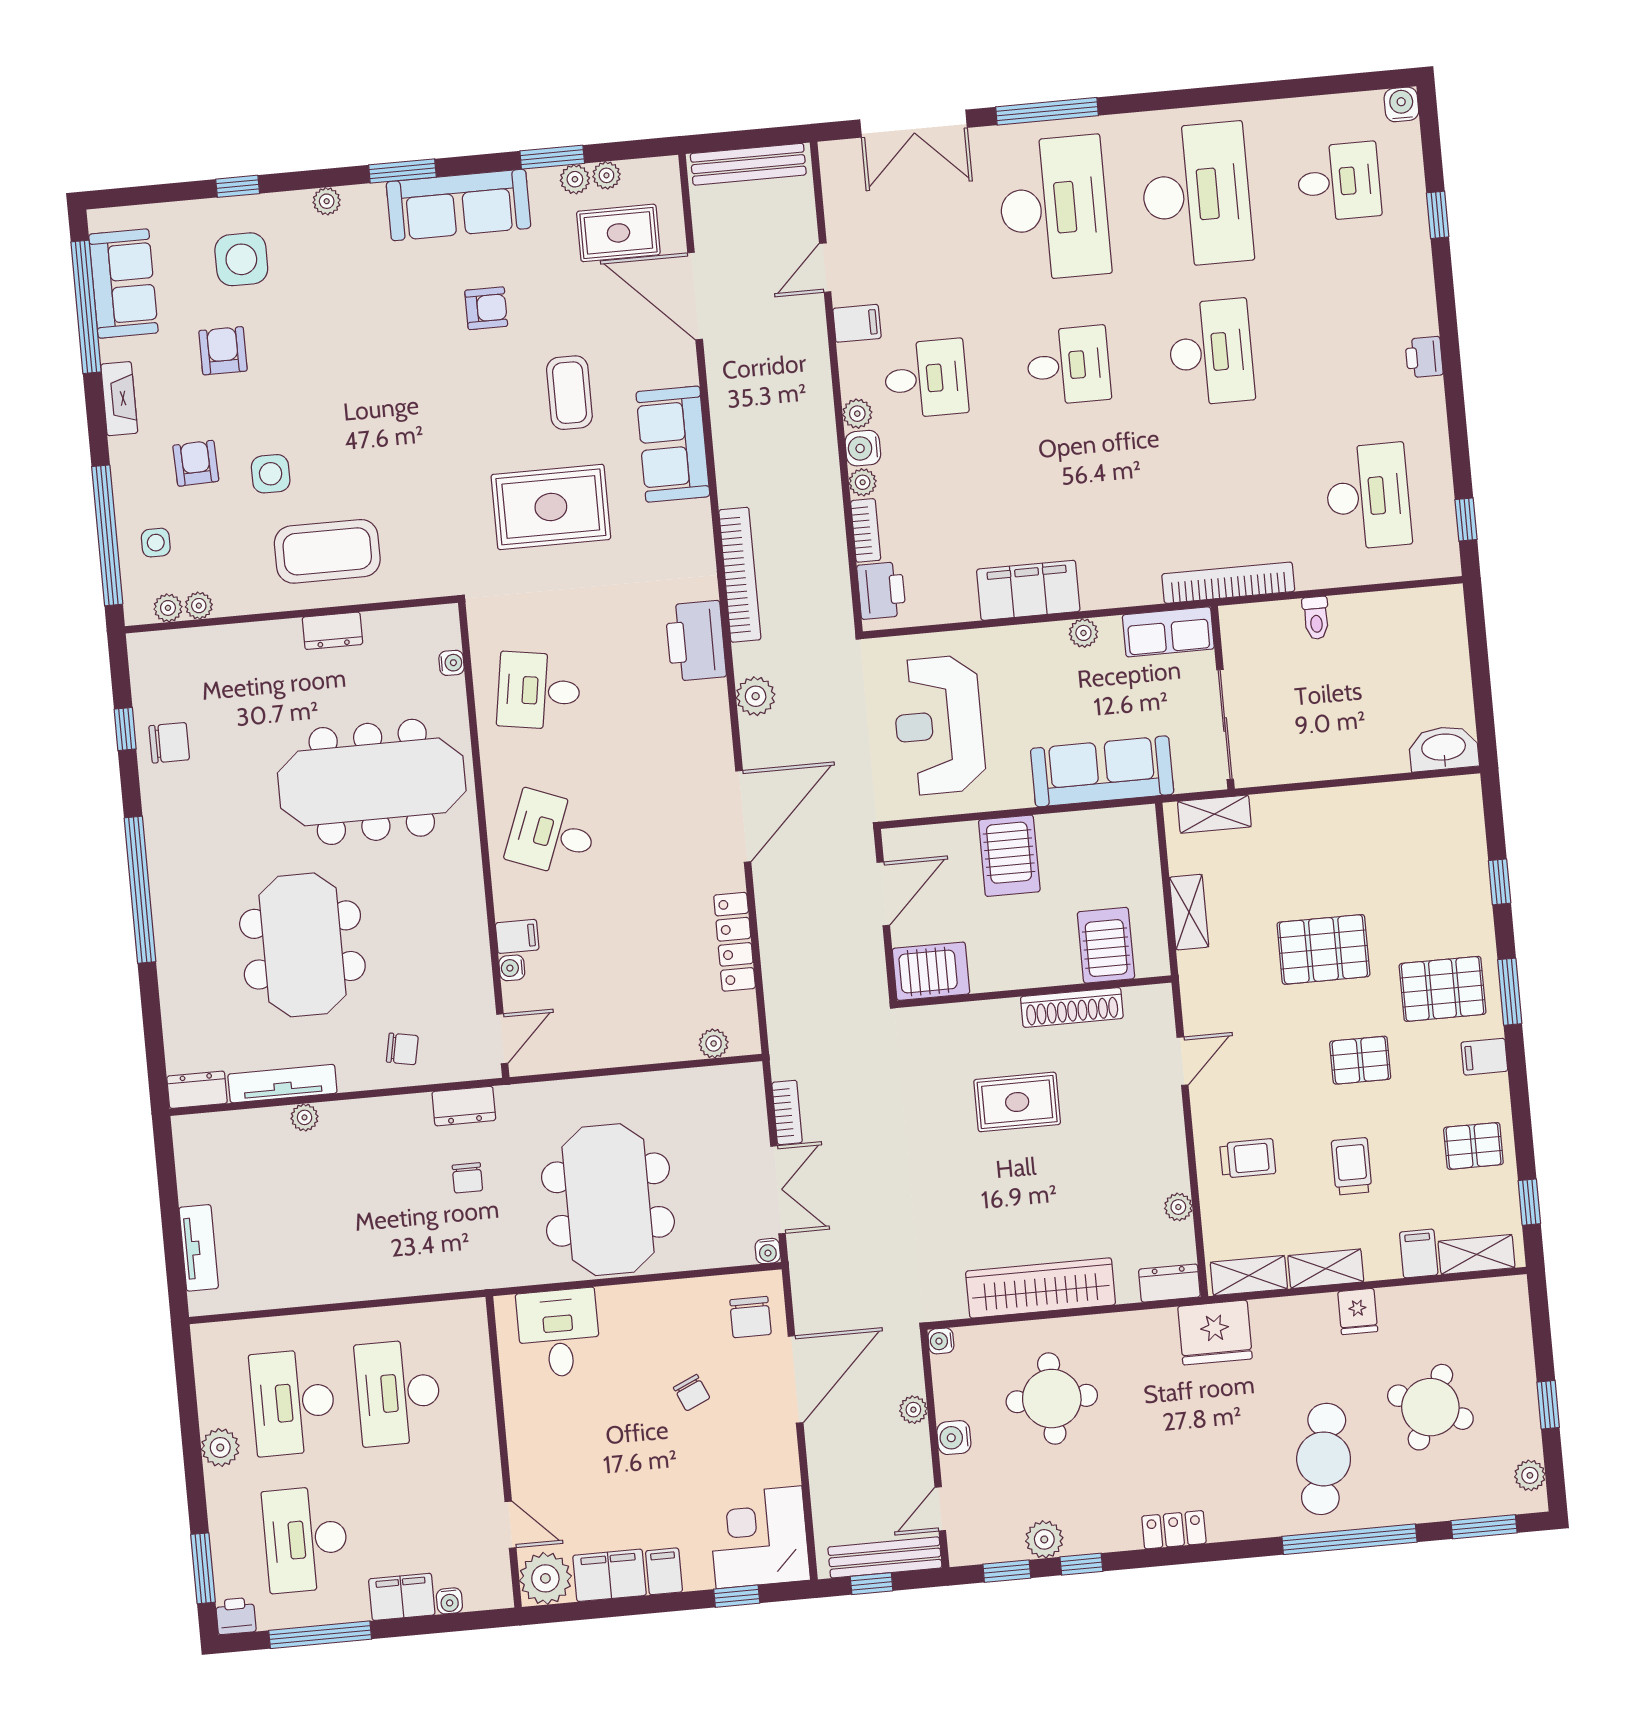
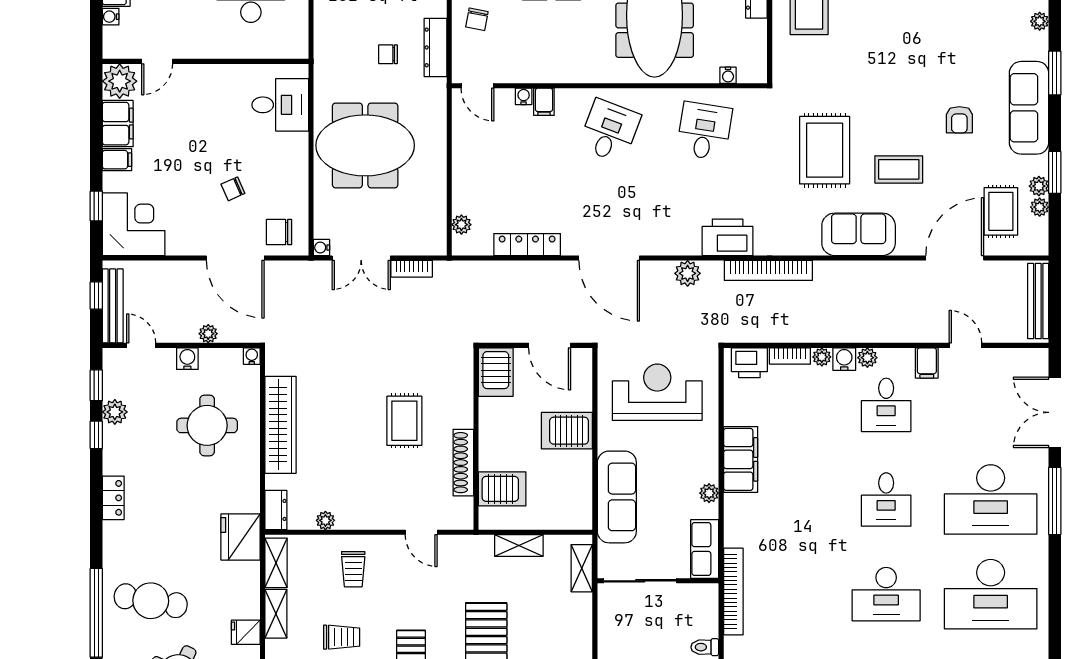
dresser: (464, 1106) -> (436, 47), width x1.44

